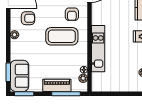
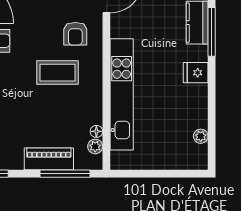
coffee table: (62, 36) -> (58, 73), width x0.73, depth x0.76
kitchen unit: (98, 49) -> (122, 94), width x1.36

